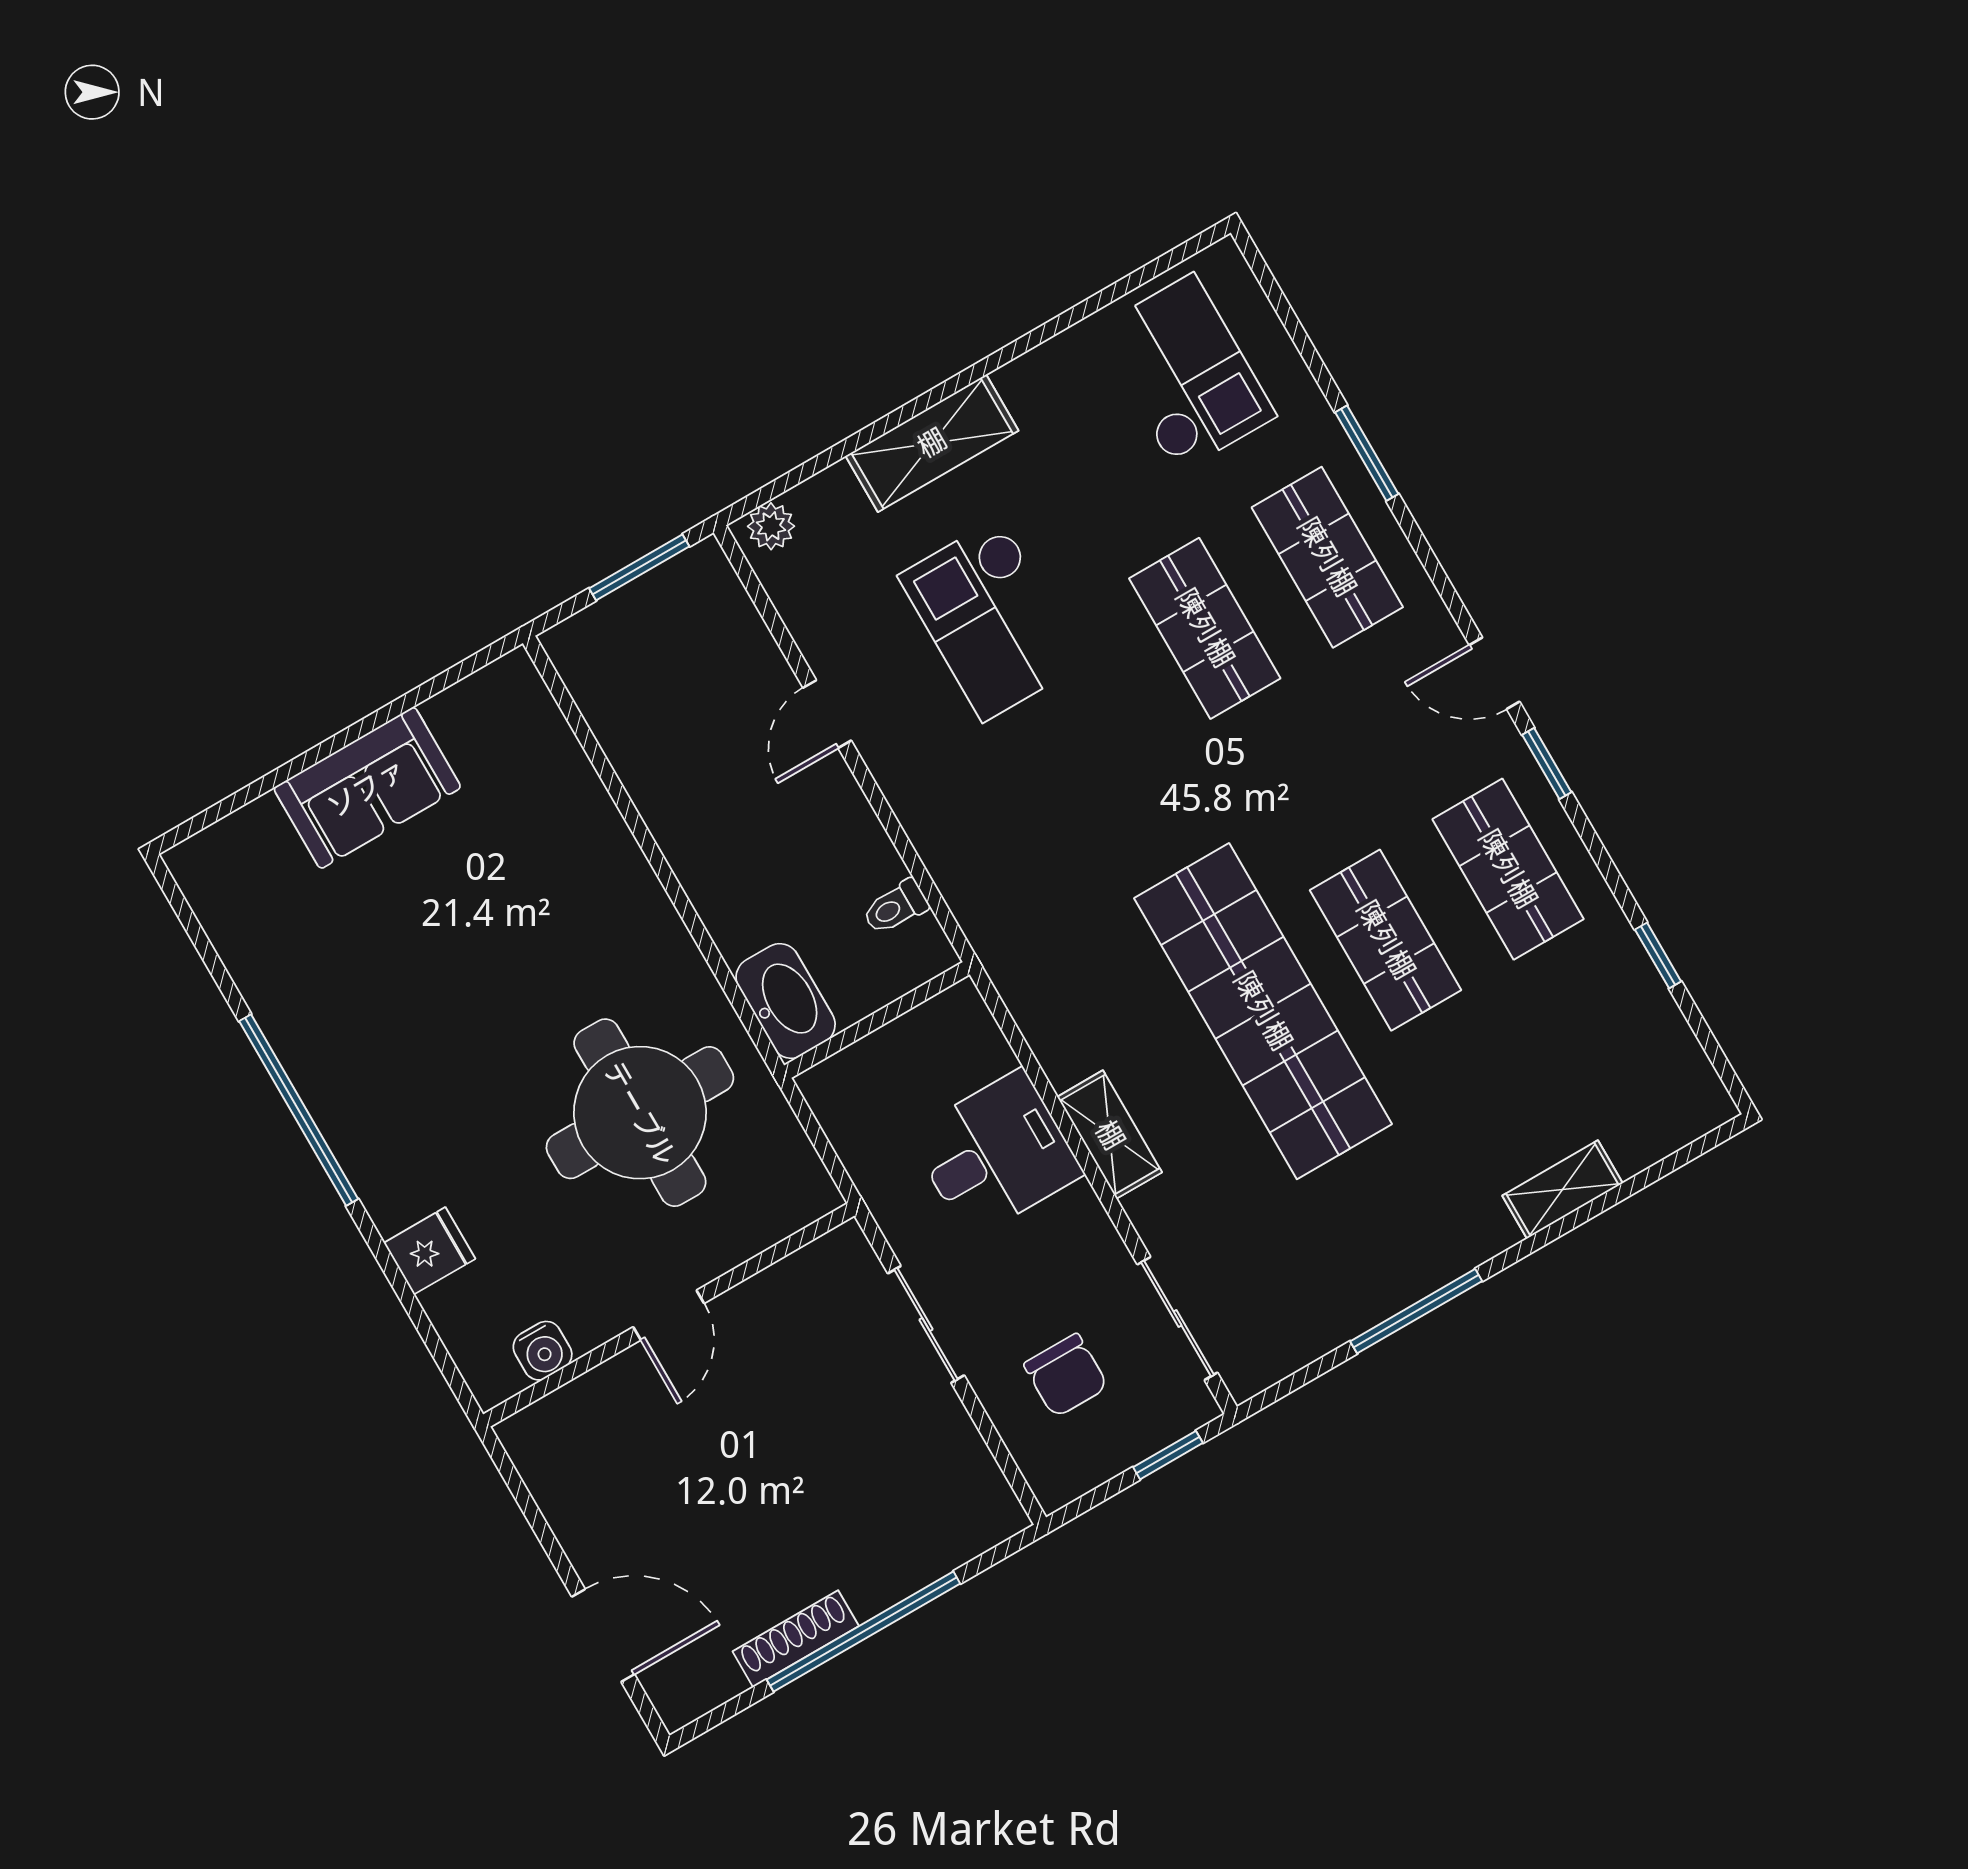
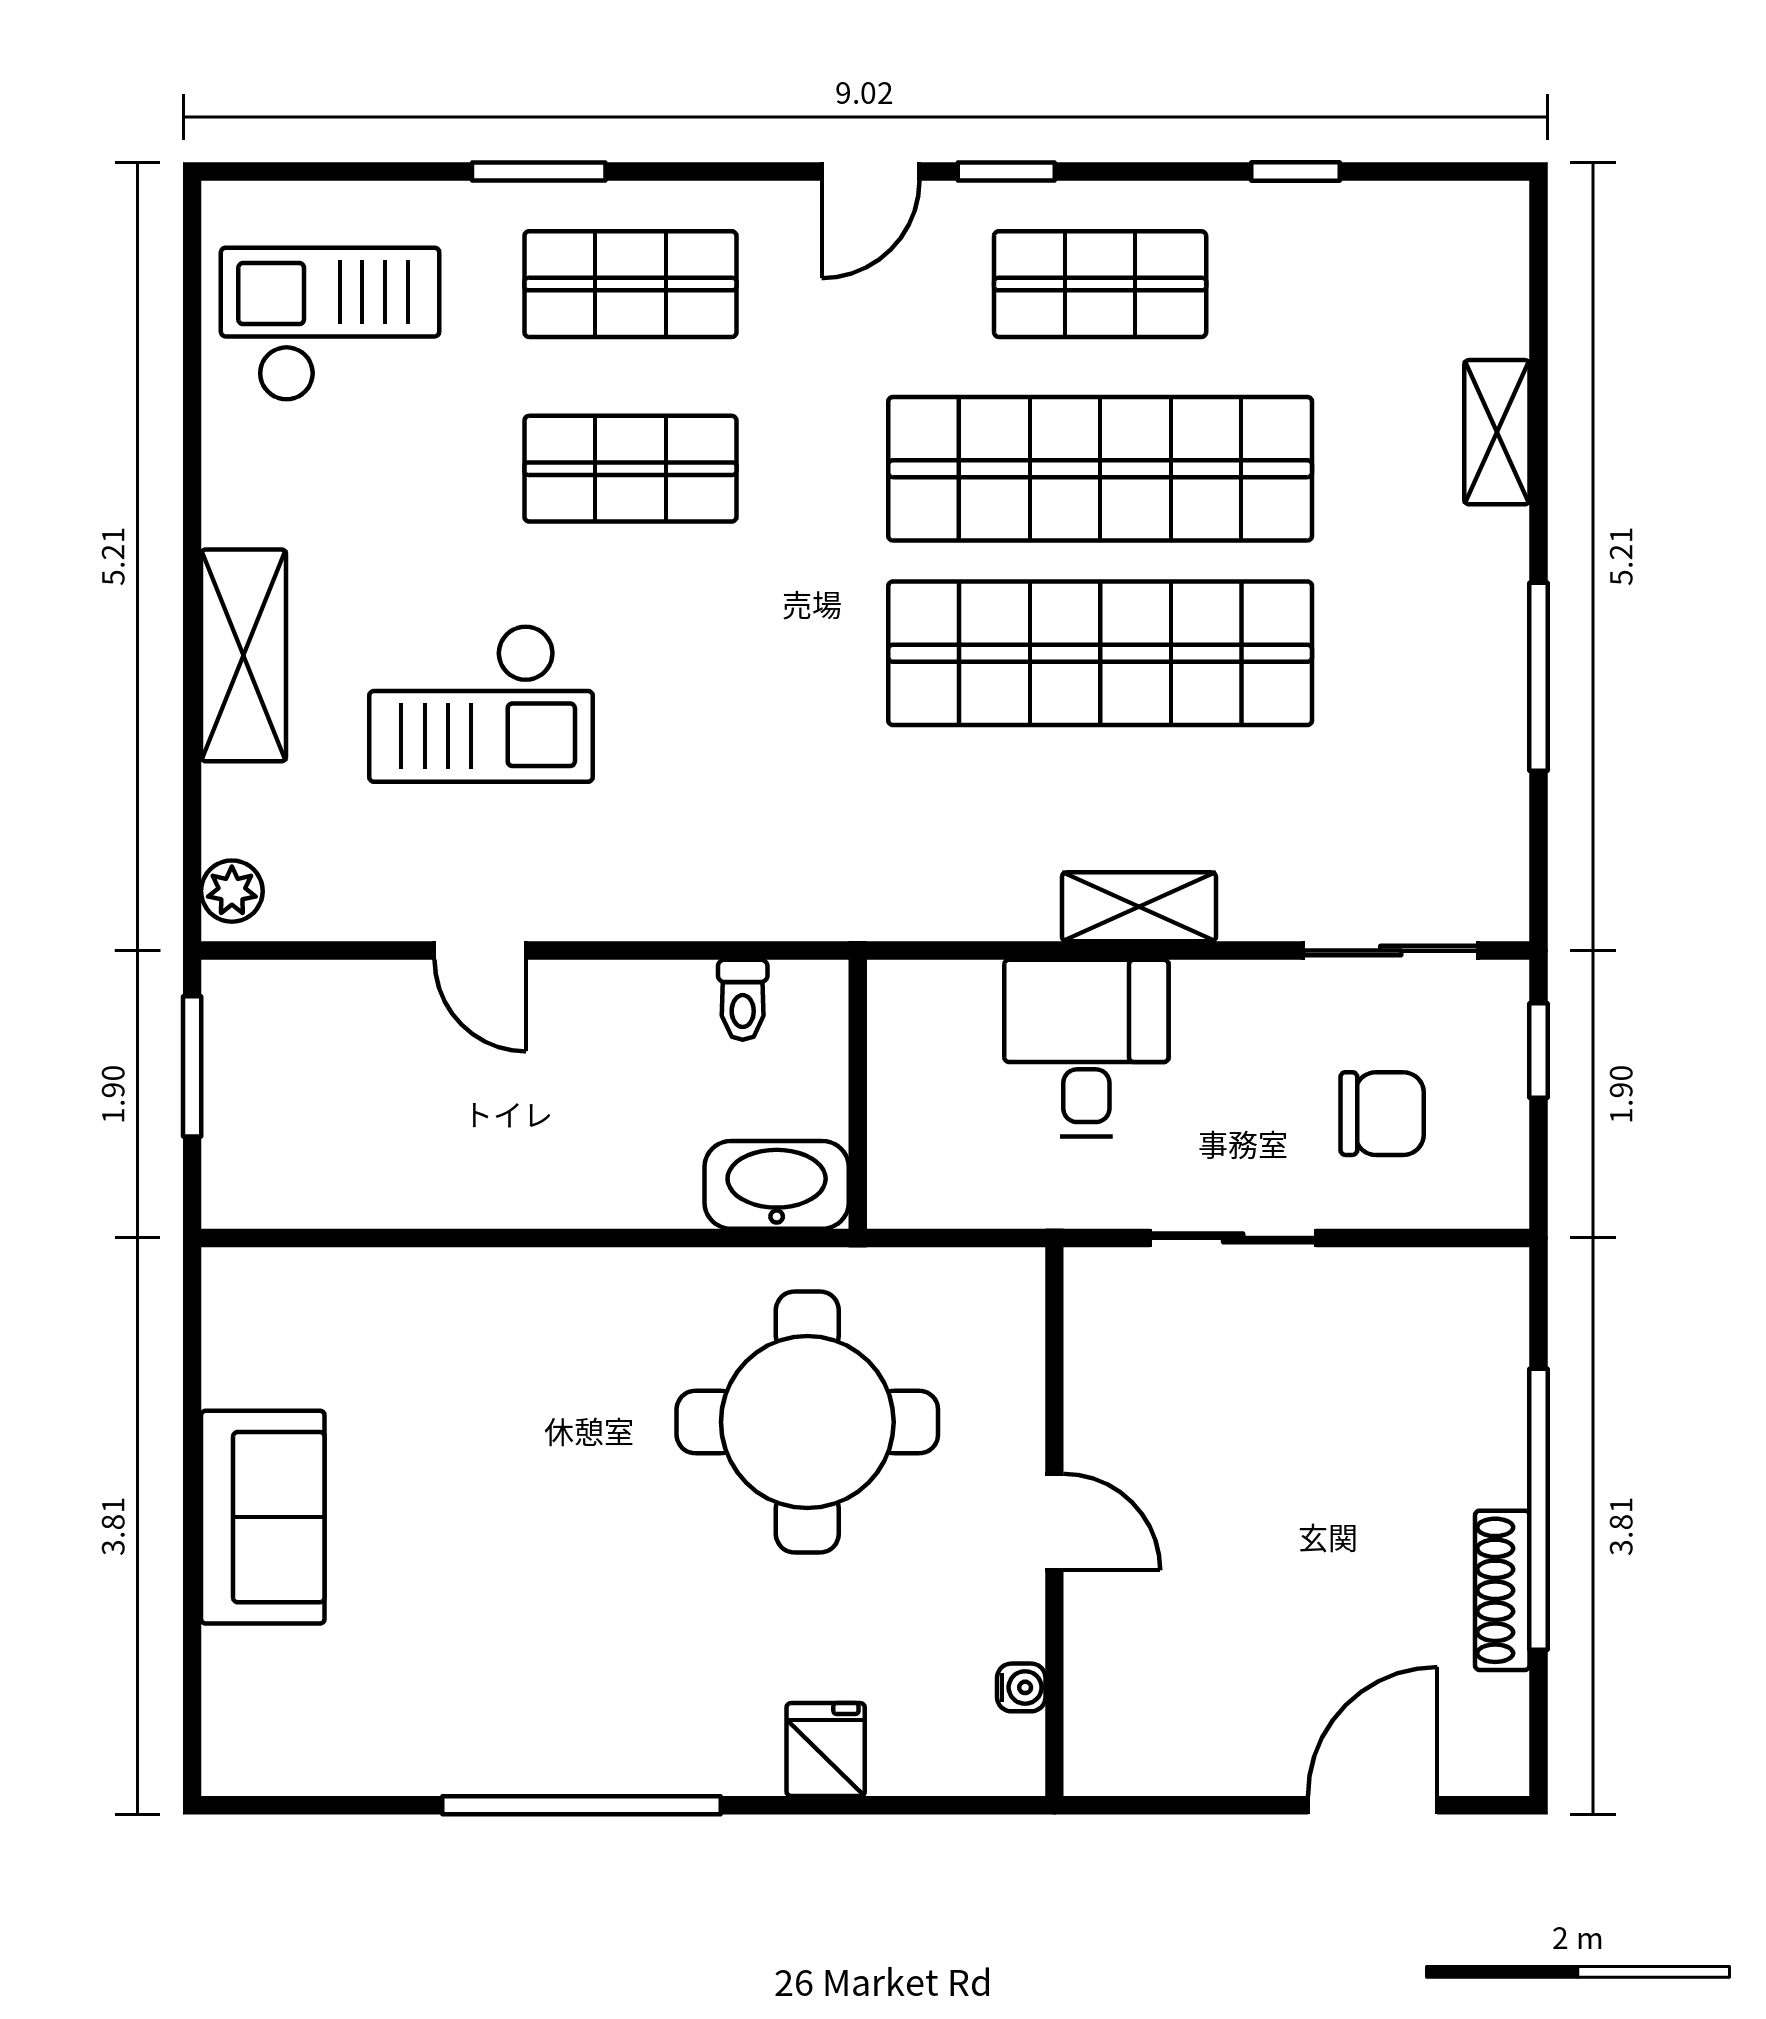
shop shelf: (1386, 940) -> (1100, 469), width x2.00, depth x1.36
water cooler: (543, 1351) -> (1021, 1687), width x0.72, depth x0.72

